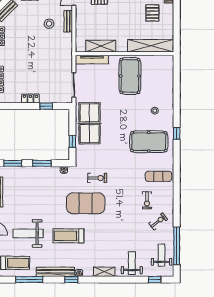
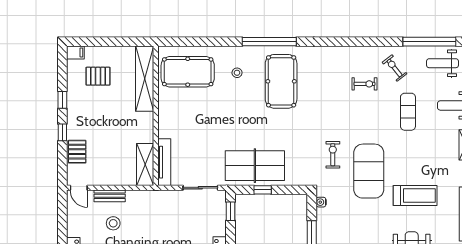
shelving: (101, 46) -> (145, 164), moved
pool table: (130, 76) -> (188, 72), moved
window: (46, 106) -> (231, 211), moved
window: (177, 133) -> (269, 42), width x3.17
window: (72, 141) -> (263, 190), moved
exercise mat: (159, 176) -> (408, 112), moved
treadmill: (68, 236) -> (415, 196), turned -90

